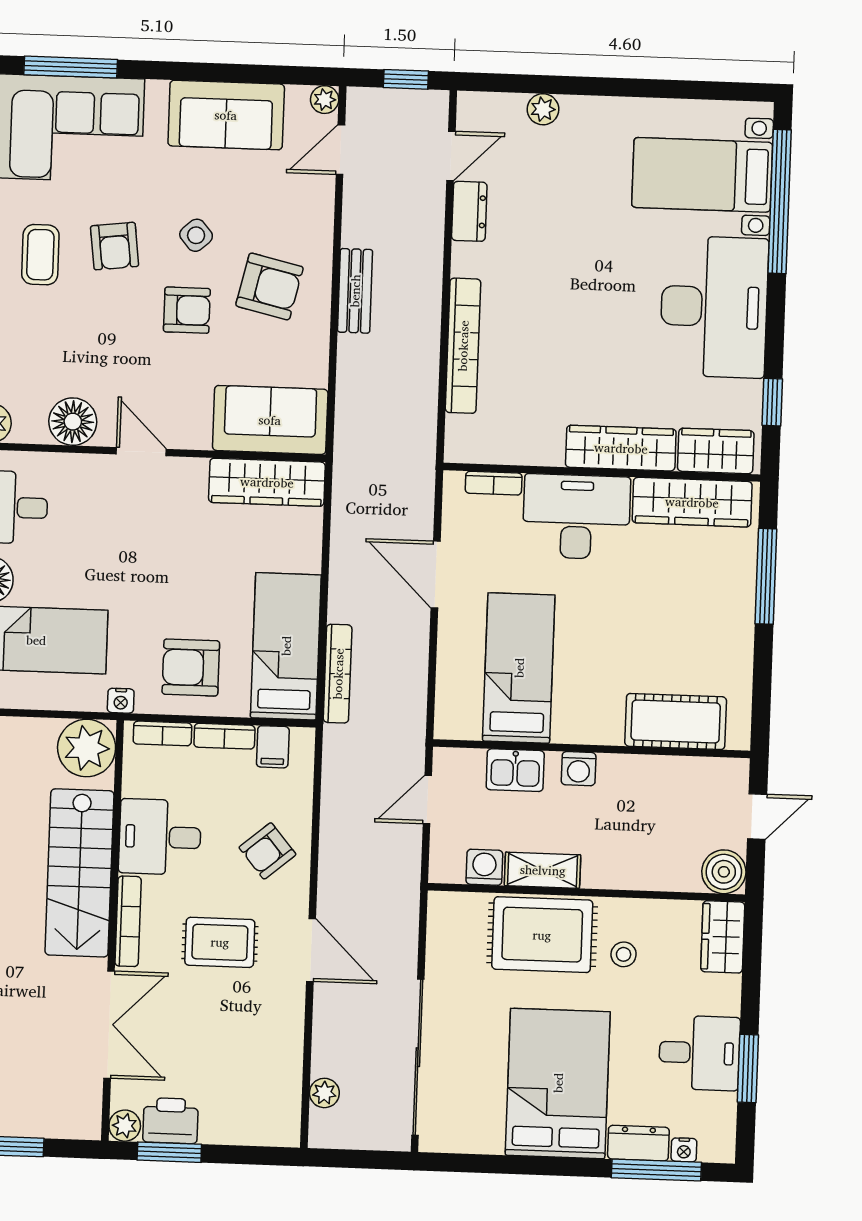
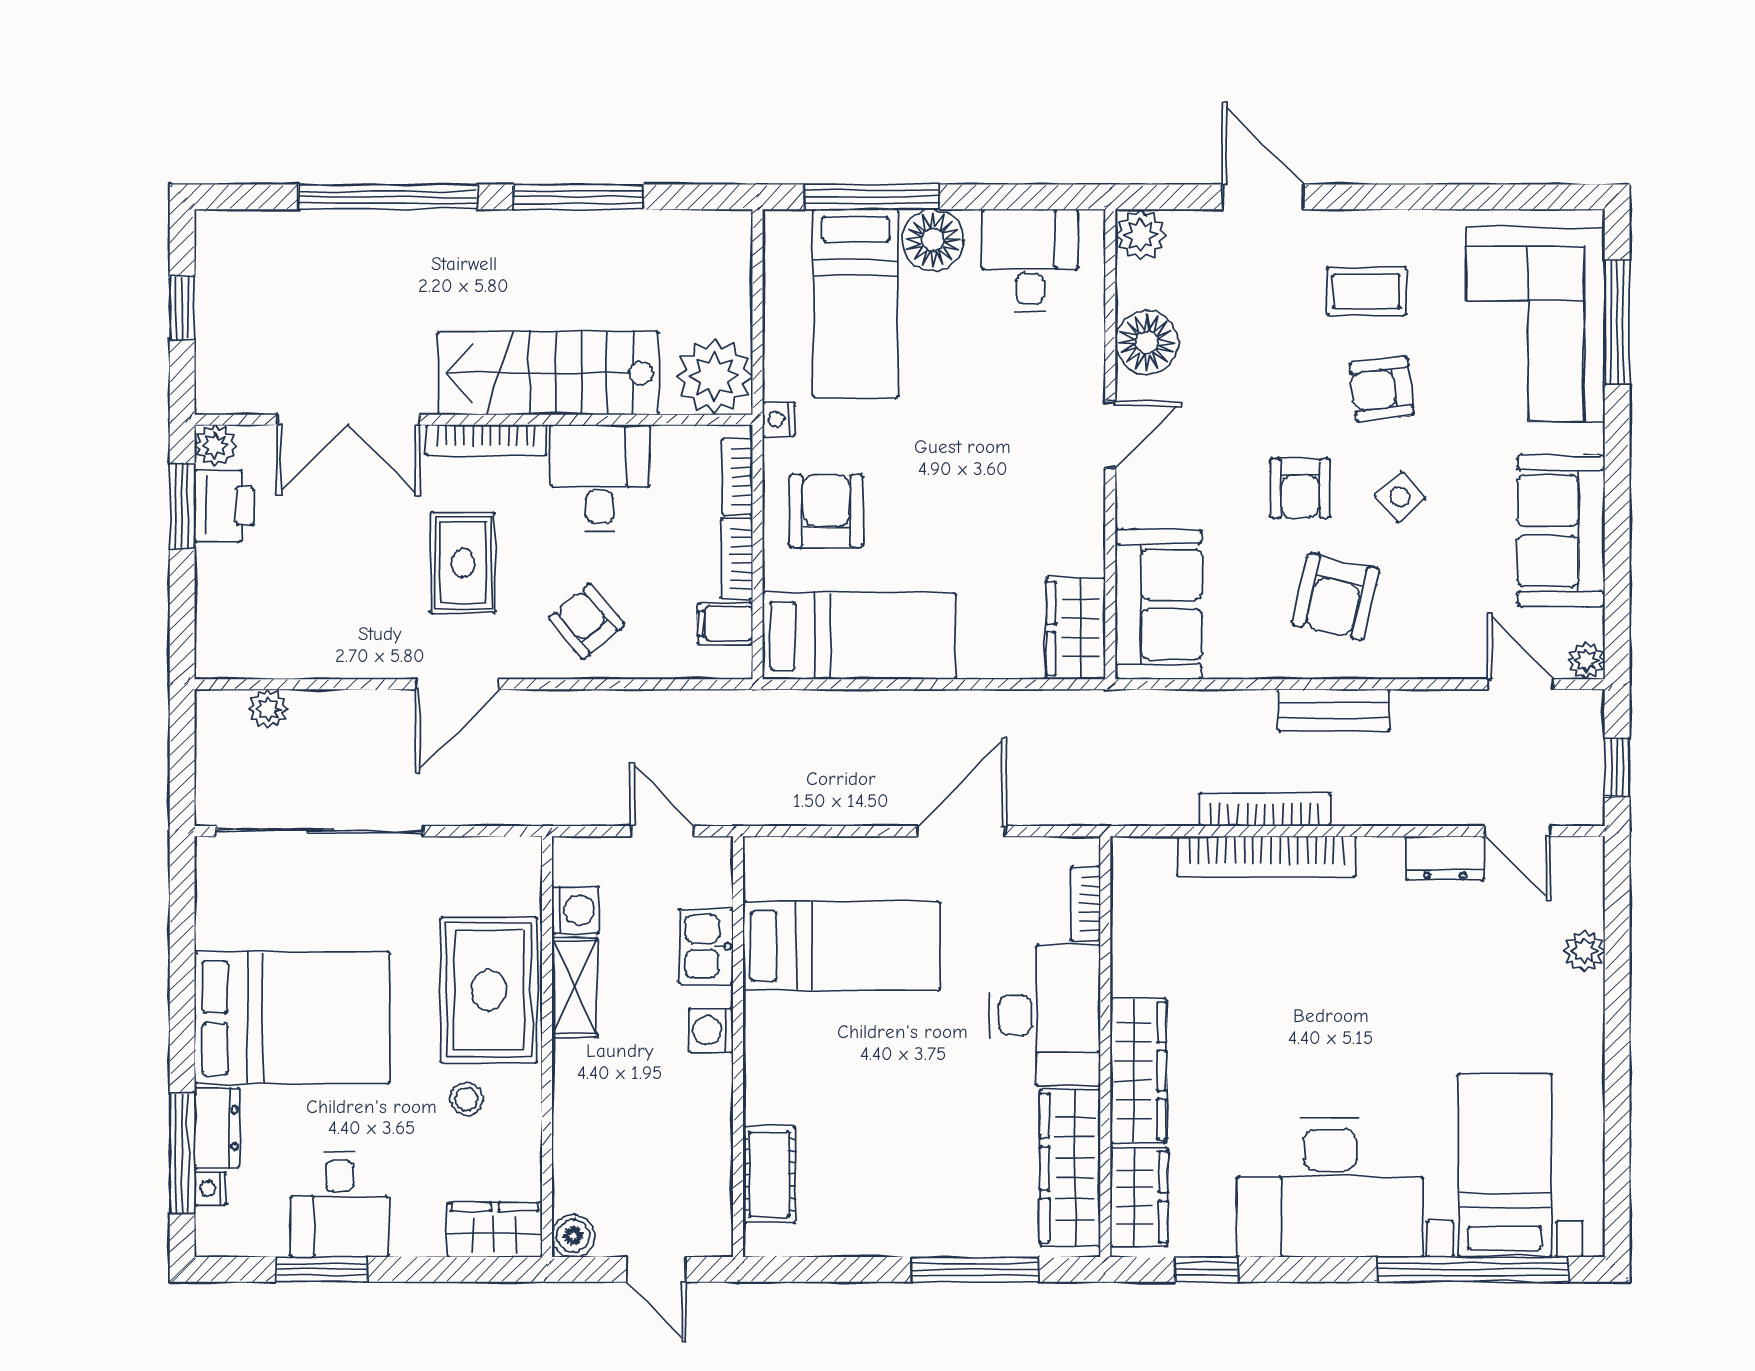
wardrobe: (267, 482) -> (1076, 628), width x0.67
bookcase: (338, 674) -> (1265, 810), moved, turned 180
cot: (676, 721) -> (769, 1175), width x0.73, depth x0.75
boiler: (724, 872) -> (573, 1236), width x0.73, depth x0.73

